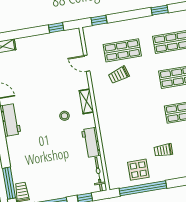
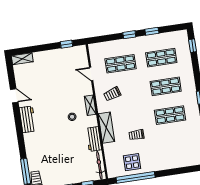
window: (99, 20) -> (129, 35), moved
trolley: (119, 75) -> (112, 94), moved
shelving: (106, 128) -> (106, 128), added
trolley: (163, 150) -> (136, 135), moved

